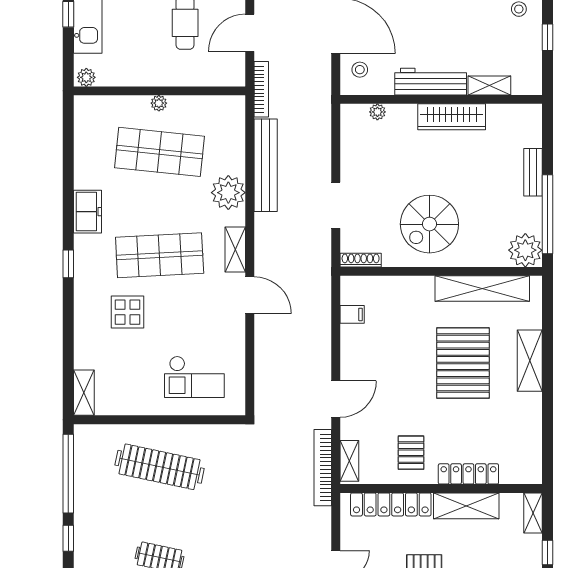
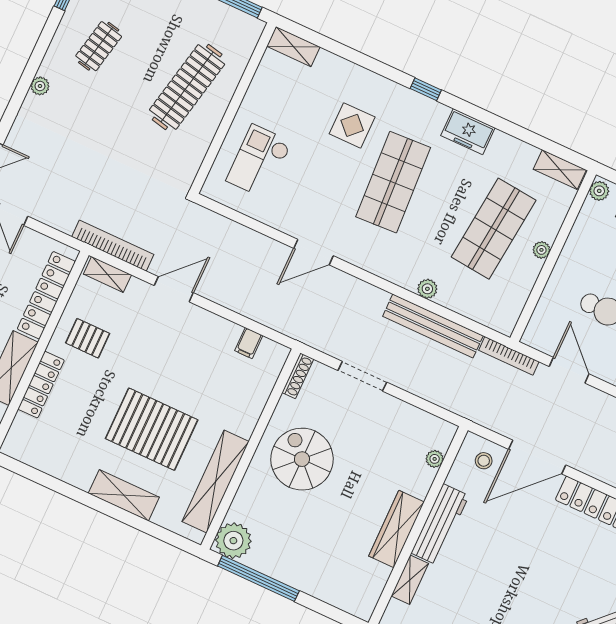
bench: (533, 172) -> (306, 583), removed
plant: (228, 193) -> (427, 289), width x0.53, depth x0.53
shelving: (235, 249) -> (560, 170), moved
door: (336, 399) -> (174, 289), swing flipped

